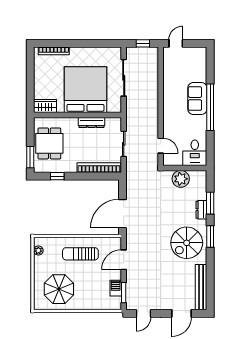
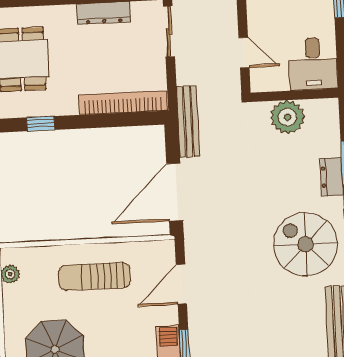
sliding door: (124, 144) -> (169, 31), moved
bench: (131, 179) -> (188, 122), added
spiral stairs: (187, 243) -> (306, 244), turned 90

